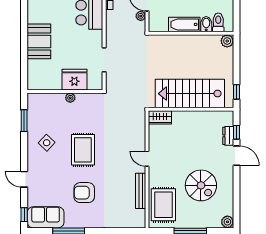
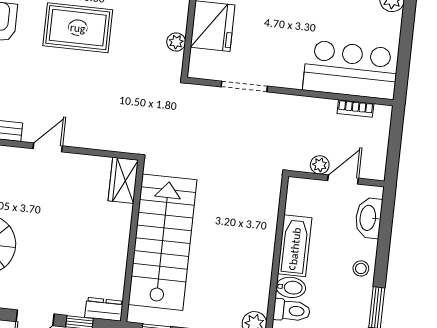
plant: (70, 98) -> (176, 42), moved
dresser: (228, 136) -> (104, 309), moved

